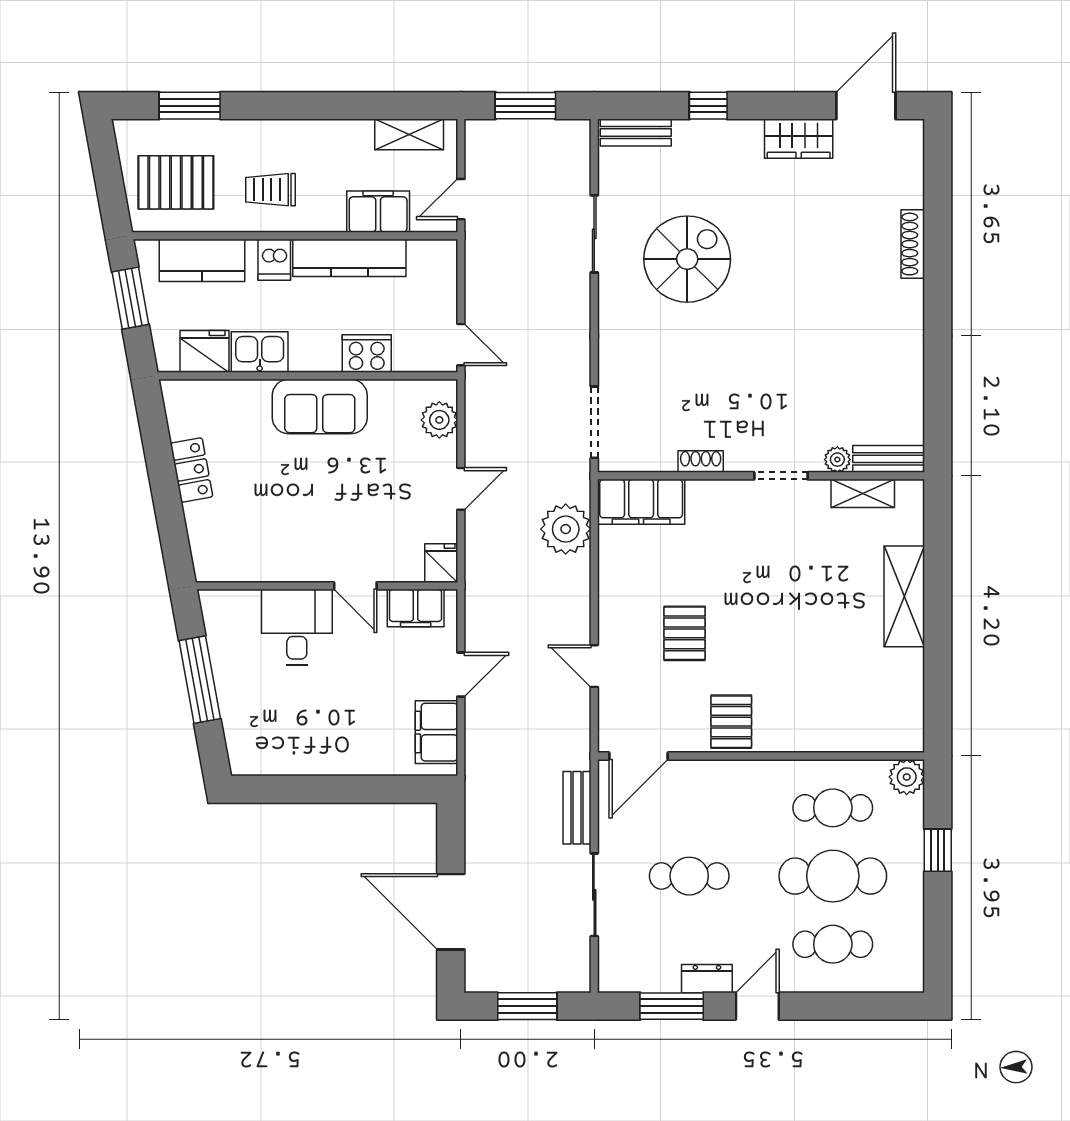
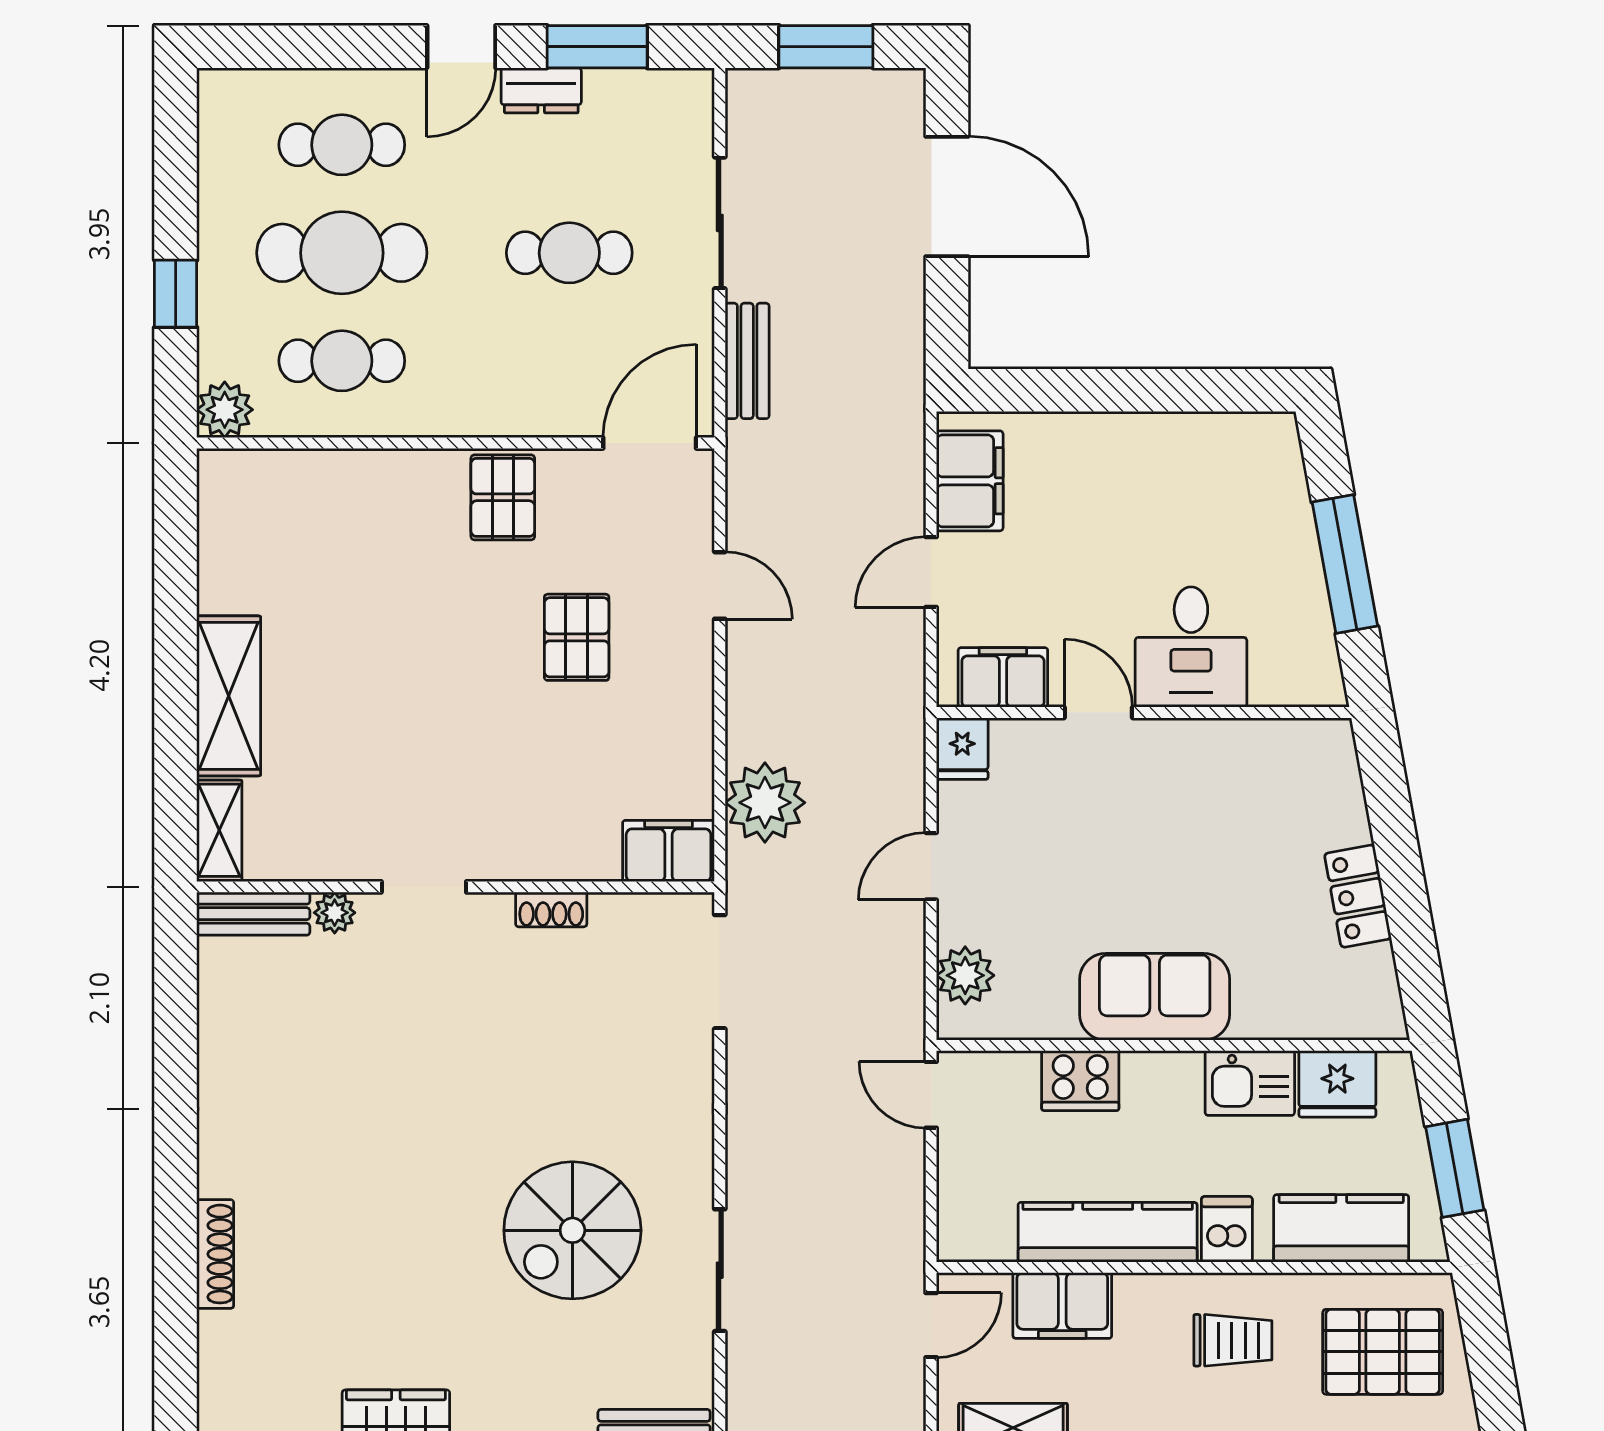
shelving: (863, 493) -> (219, 830), moved, turned 90
filing cabinet: (641, 502) -> (669, 851), width x0.67, depth x0.86

